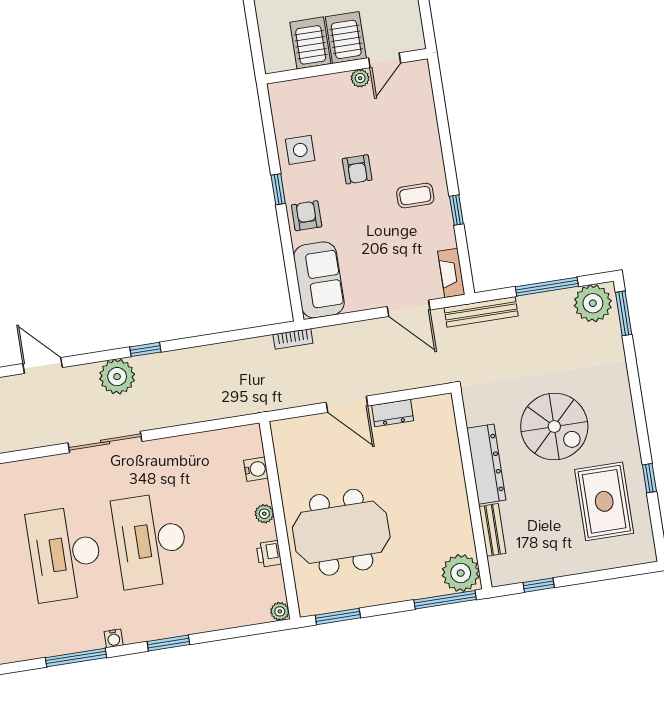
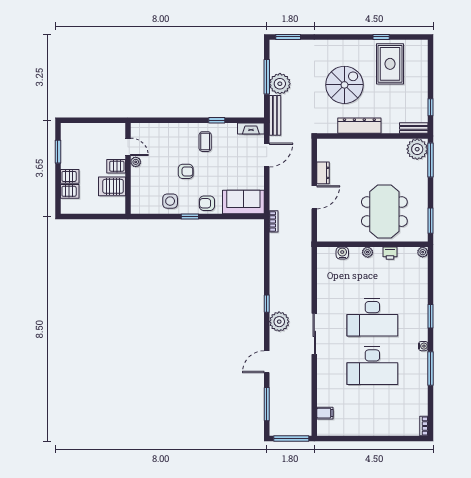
server rack: (346, 38) -> (116, 166), width x0.73, depth x0.70
plant: (593, 303) -> (280, 84), moved
rug: (604, 501) -> (390, 64), turned 90
bench: (492, 530) -> (414, 128), moved

